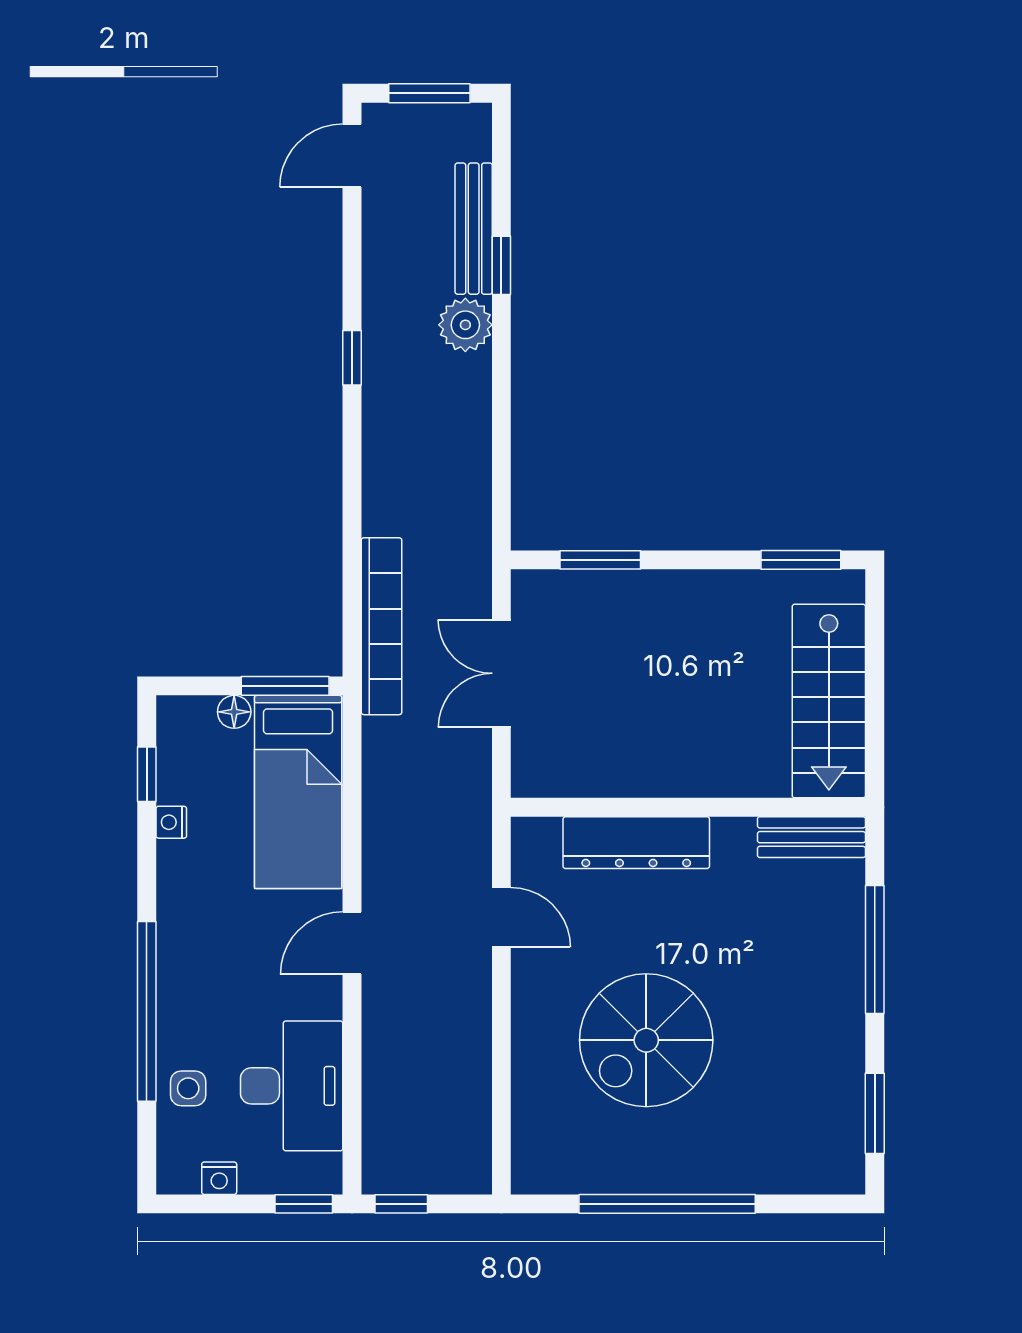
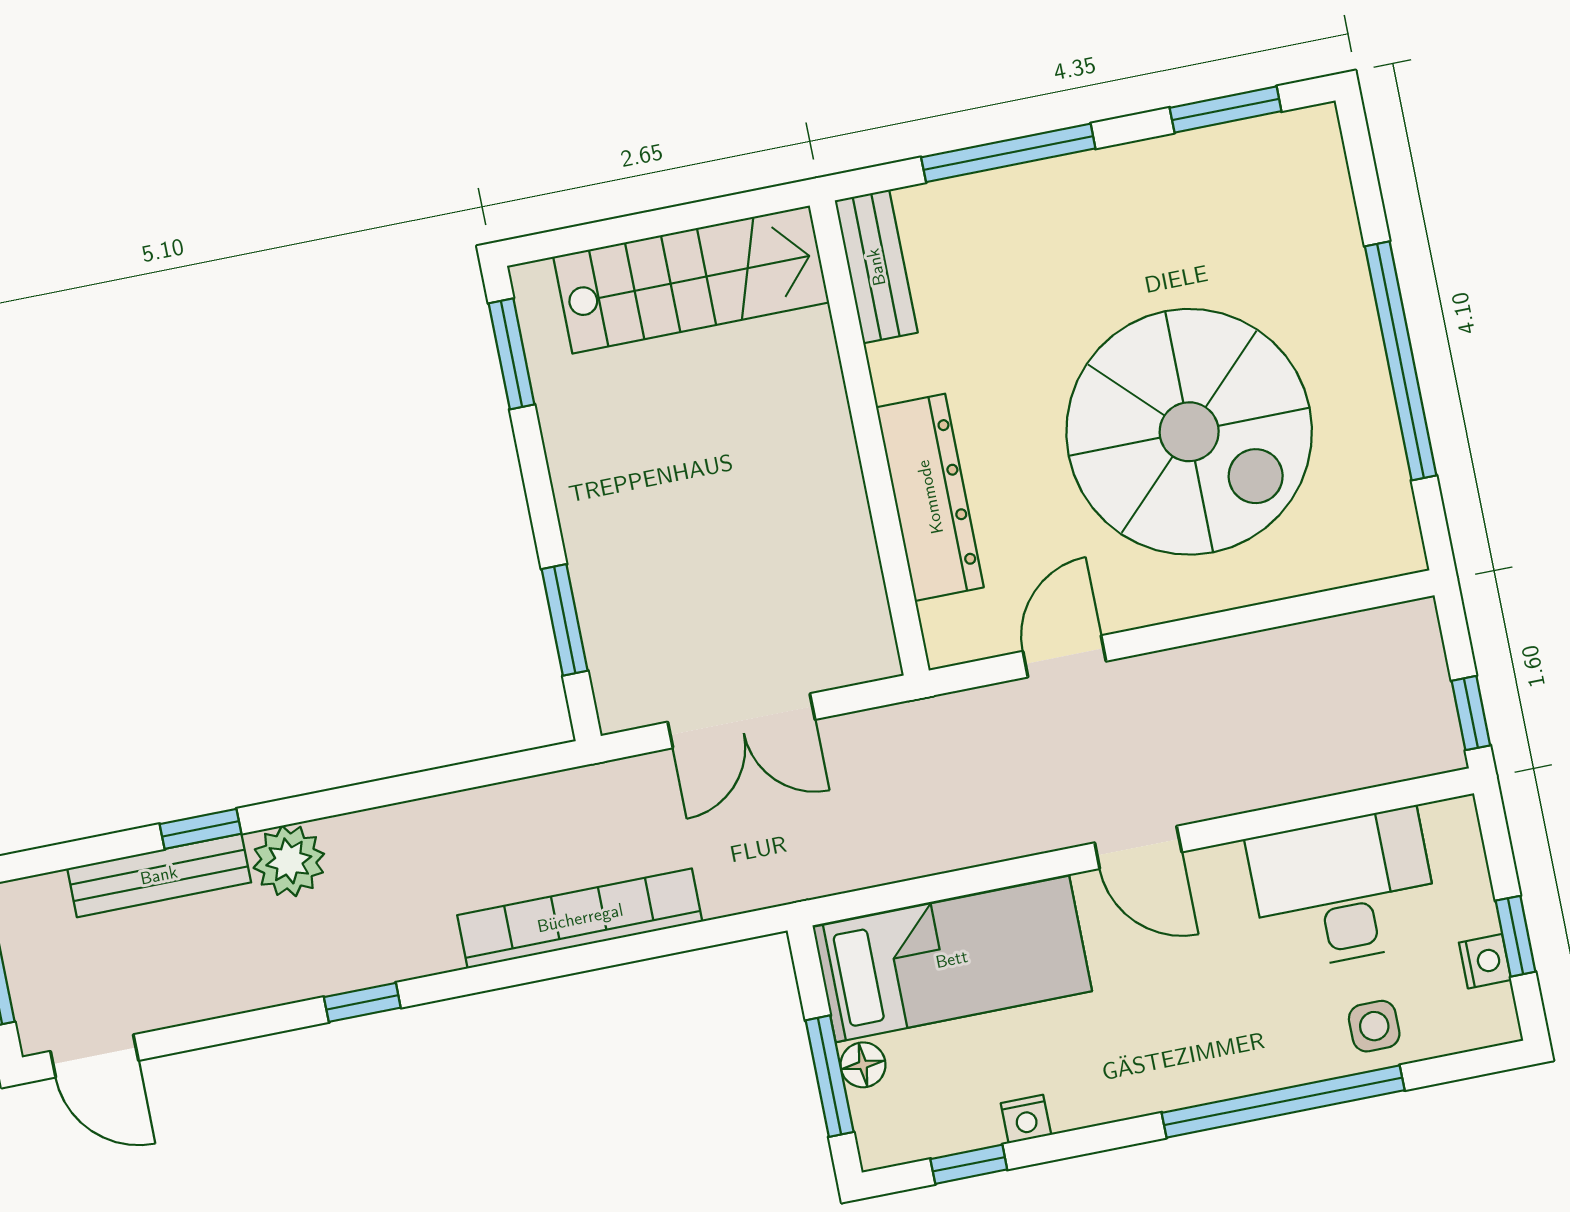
bookcase: (382, 626) -> (580, 918), moved
window: (285, 686) -> (830, 1076), moved
spiral stairs: (646, 1040) -> (1189, 432), width x1.37, depth x1.37
window: (304, 1204) -> (1515, 936), moved

